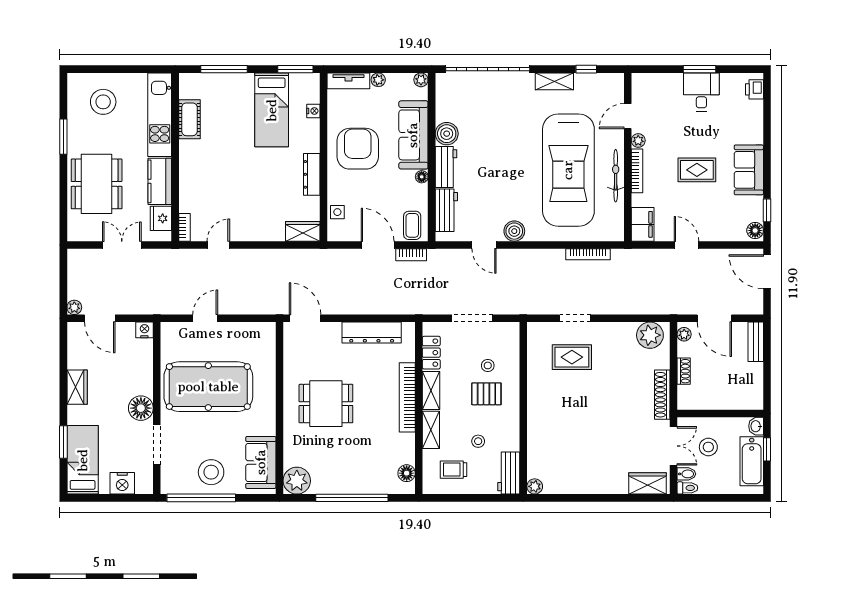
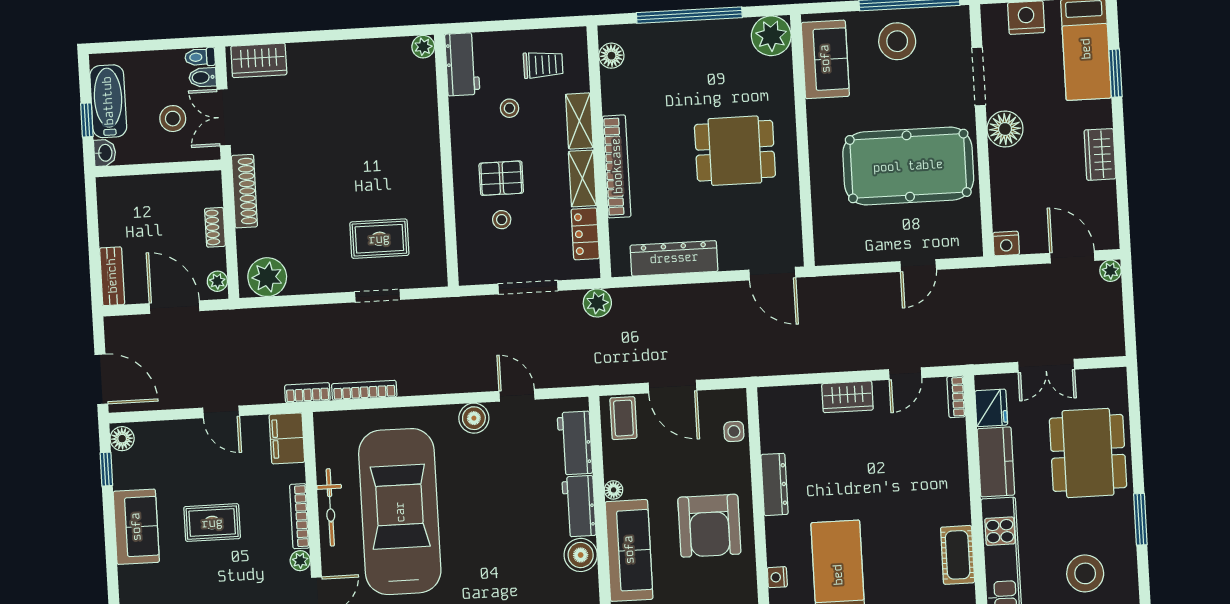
wardrobe: (303, 231) -> (847, 397), moved
bookcase: (411, 255) -> (307, 393), moved
plant: (426, 305) -> (597, 303), added

